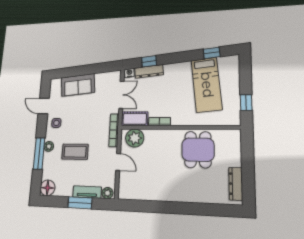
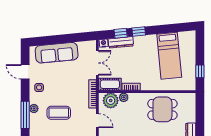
window: (212, 53) -> (139, 31), moved
sofa: (78, 85) -> (57, 53), width x1.36
plant: (150, 134) -> (124, 97), added
dining table: (198, 150) -> (162, 109), turned 90

